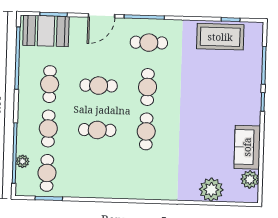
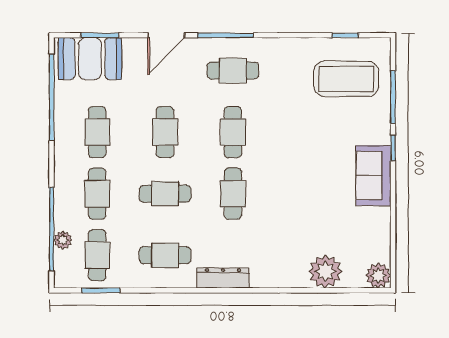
coffee table: (220, 37) -> (346, 79), moved
cafe table: (99, 86) -> (165, 132), turned 90
sofa: (247, 147) -> (373, 176), moved
cafe table: (96, 174) -> (165, 255), added
plant: (250, 179) -> (378, 276), moved
dresser: (137, 192) -> (223, 278), added

